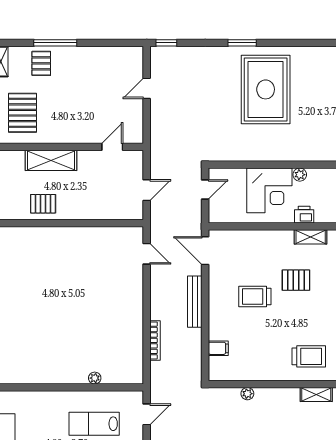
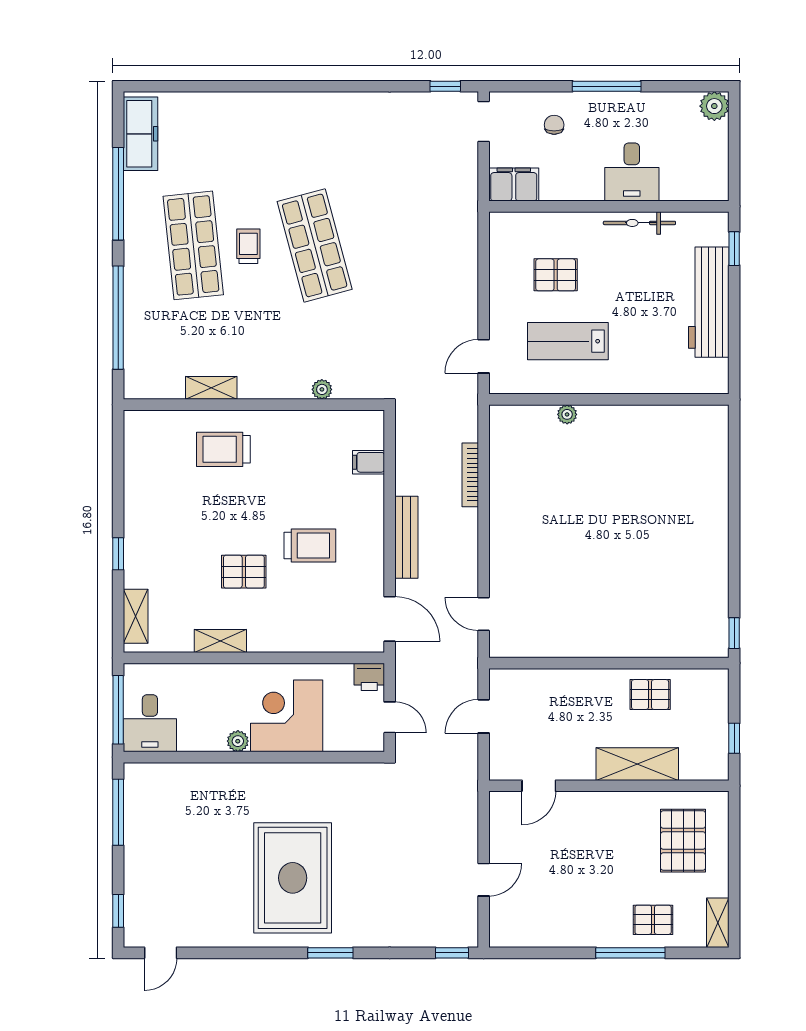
pallet: (41, 63) -> (653, 920), turned 90
door: (205, 189) -> (390, 717), swing flipped
printer: (304, 215) -> (369, 677), moved
lab bench: (94, 424) -> (568, 341), turned 180

